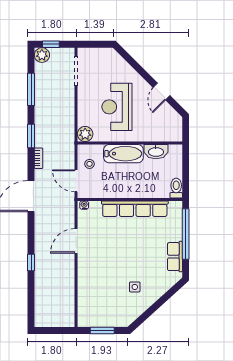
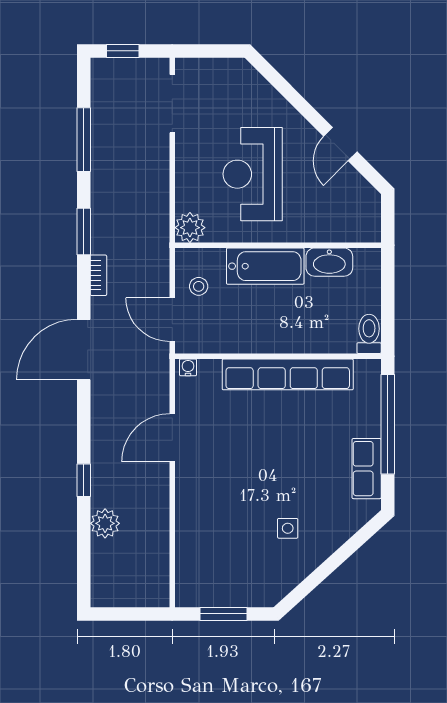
plant: (42, 55) -> (105, 523), moved

